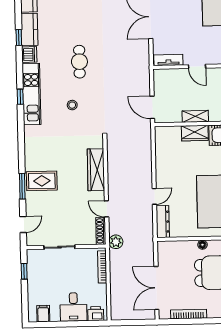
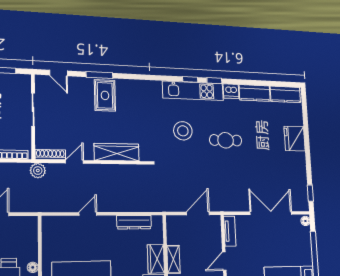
window: (19, 38) -> (214, 81), moved
stool: (72, 105) -> (183, 131), width x1.89, depth x1.89
door: (152, 107) -> (198, 213), moved
door: (154, 196) -> (88, 214), swing flipped
dresser: (163, 222) -> (134, 222), moved

